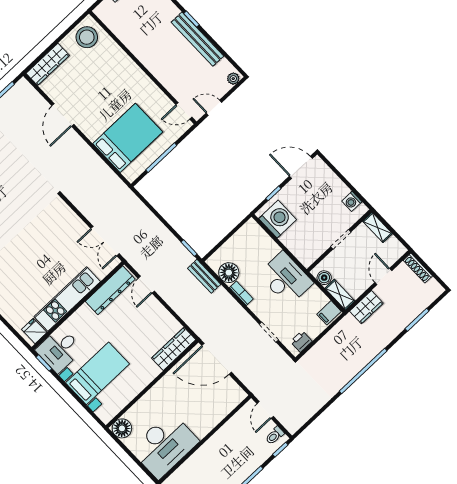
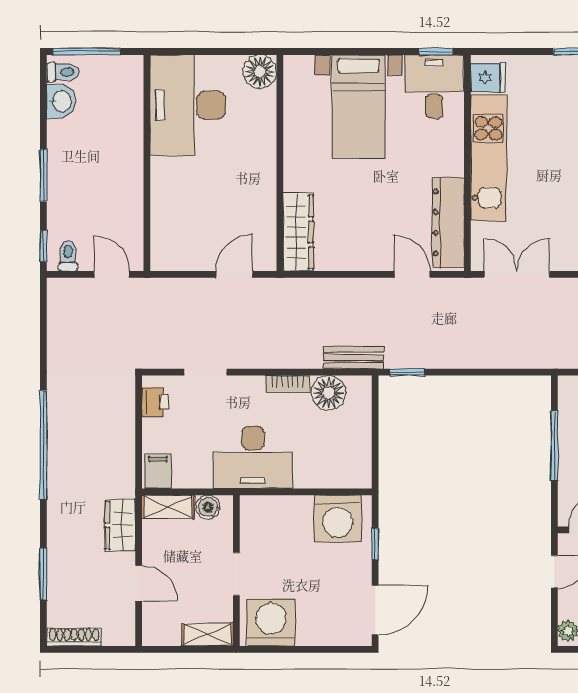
washing machine: (352, 201) -> (271, 622), width x1.89, depth x1.89
shoe rack: (418, 268) -> (74, 637), moved
door: (217, 359) -> (234, 274), width x0.53

